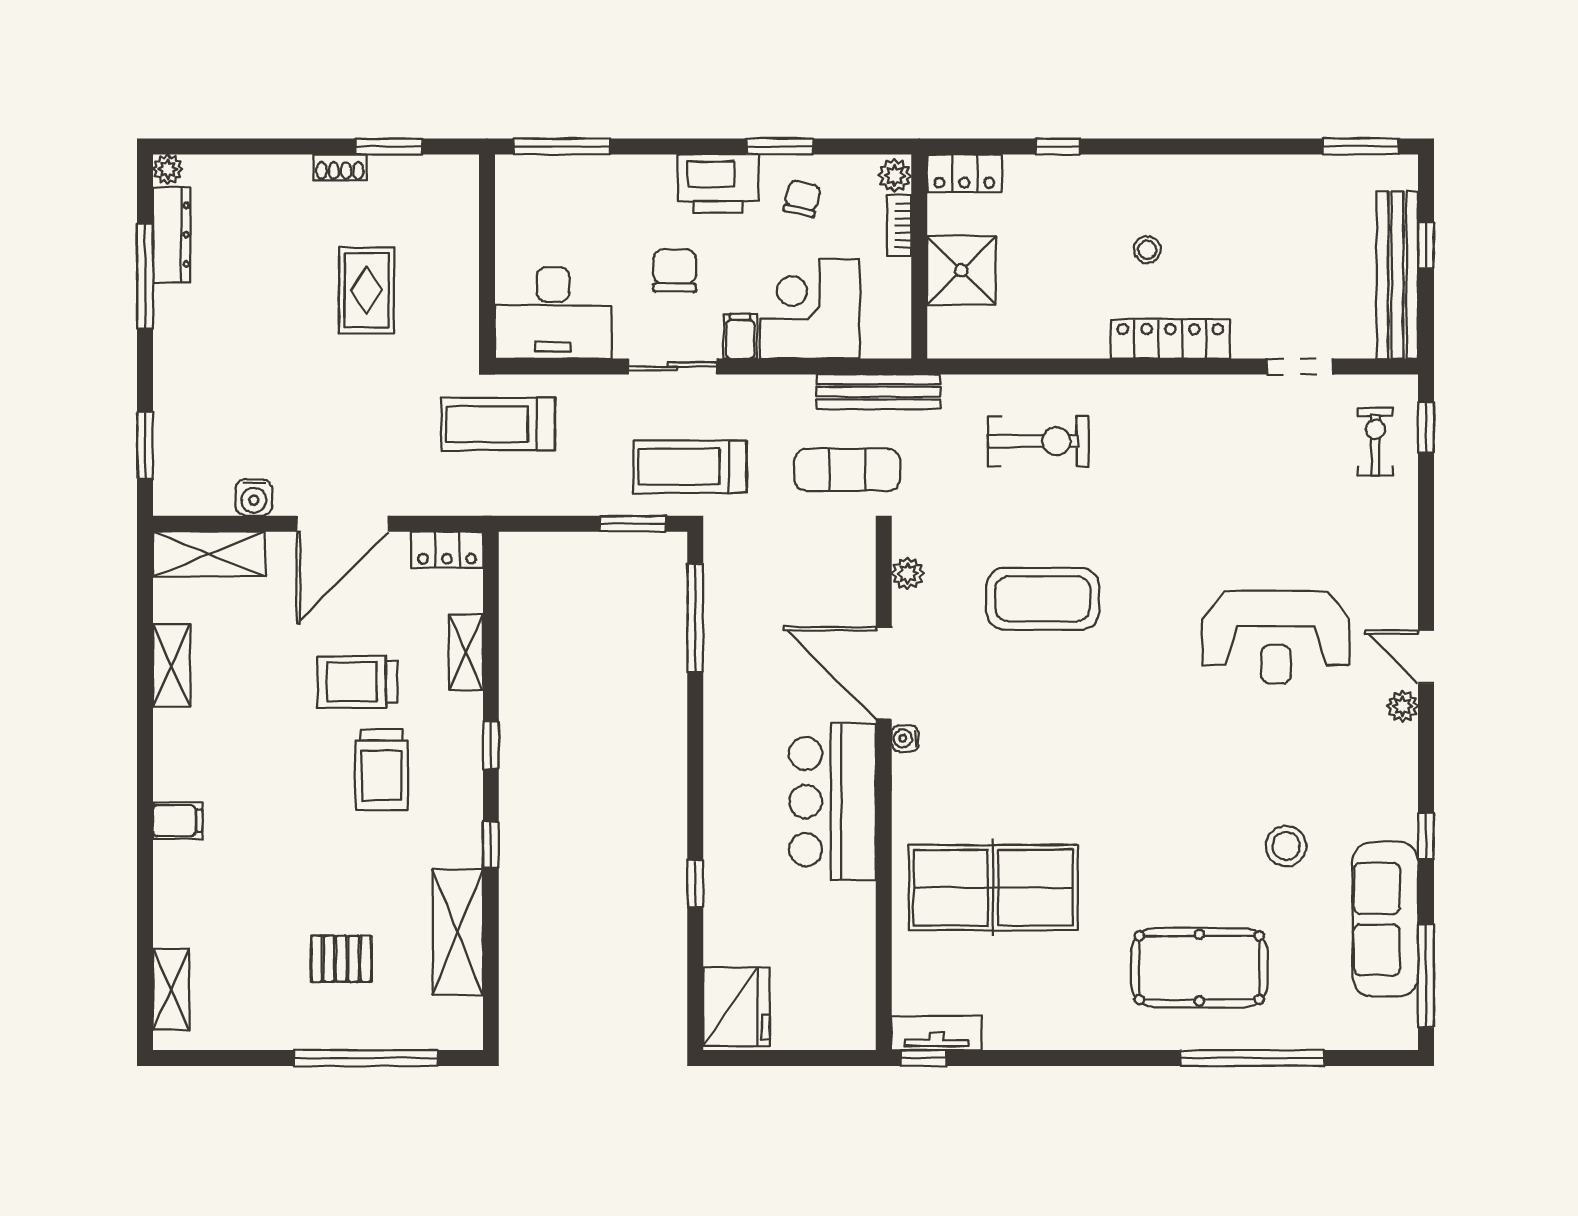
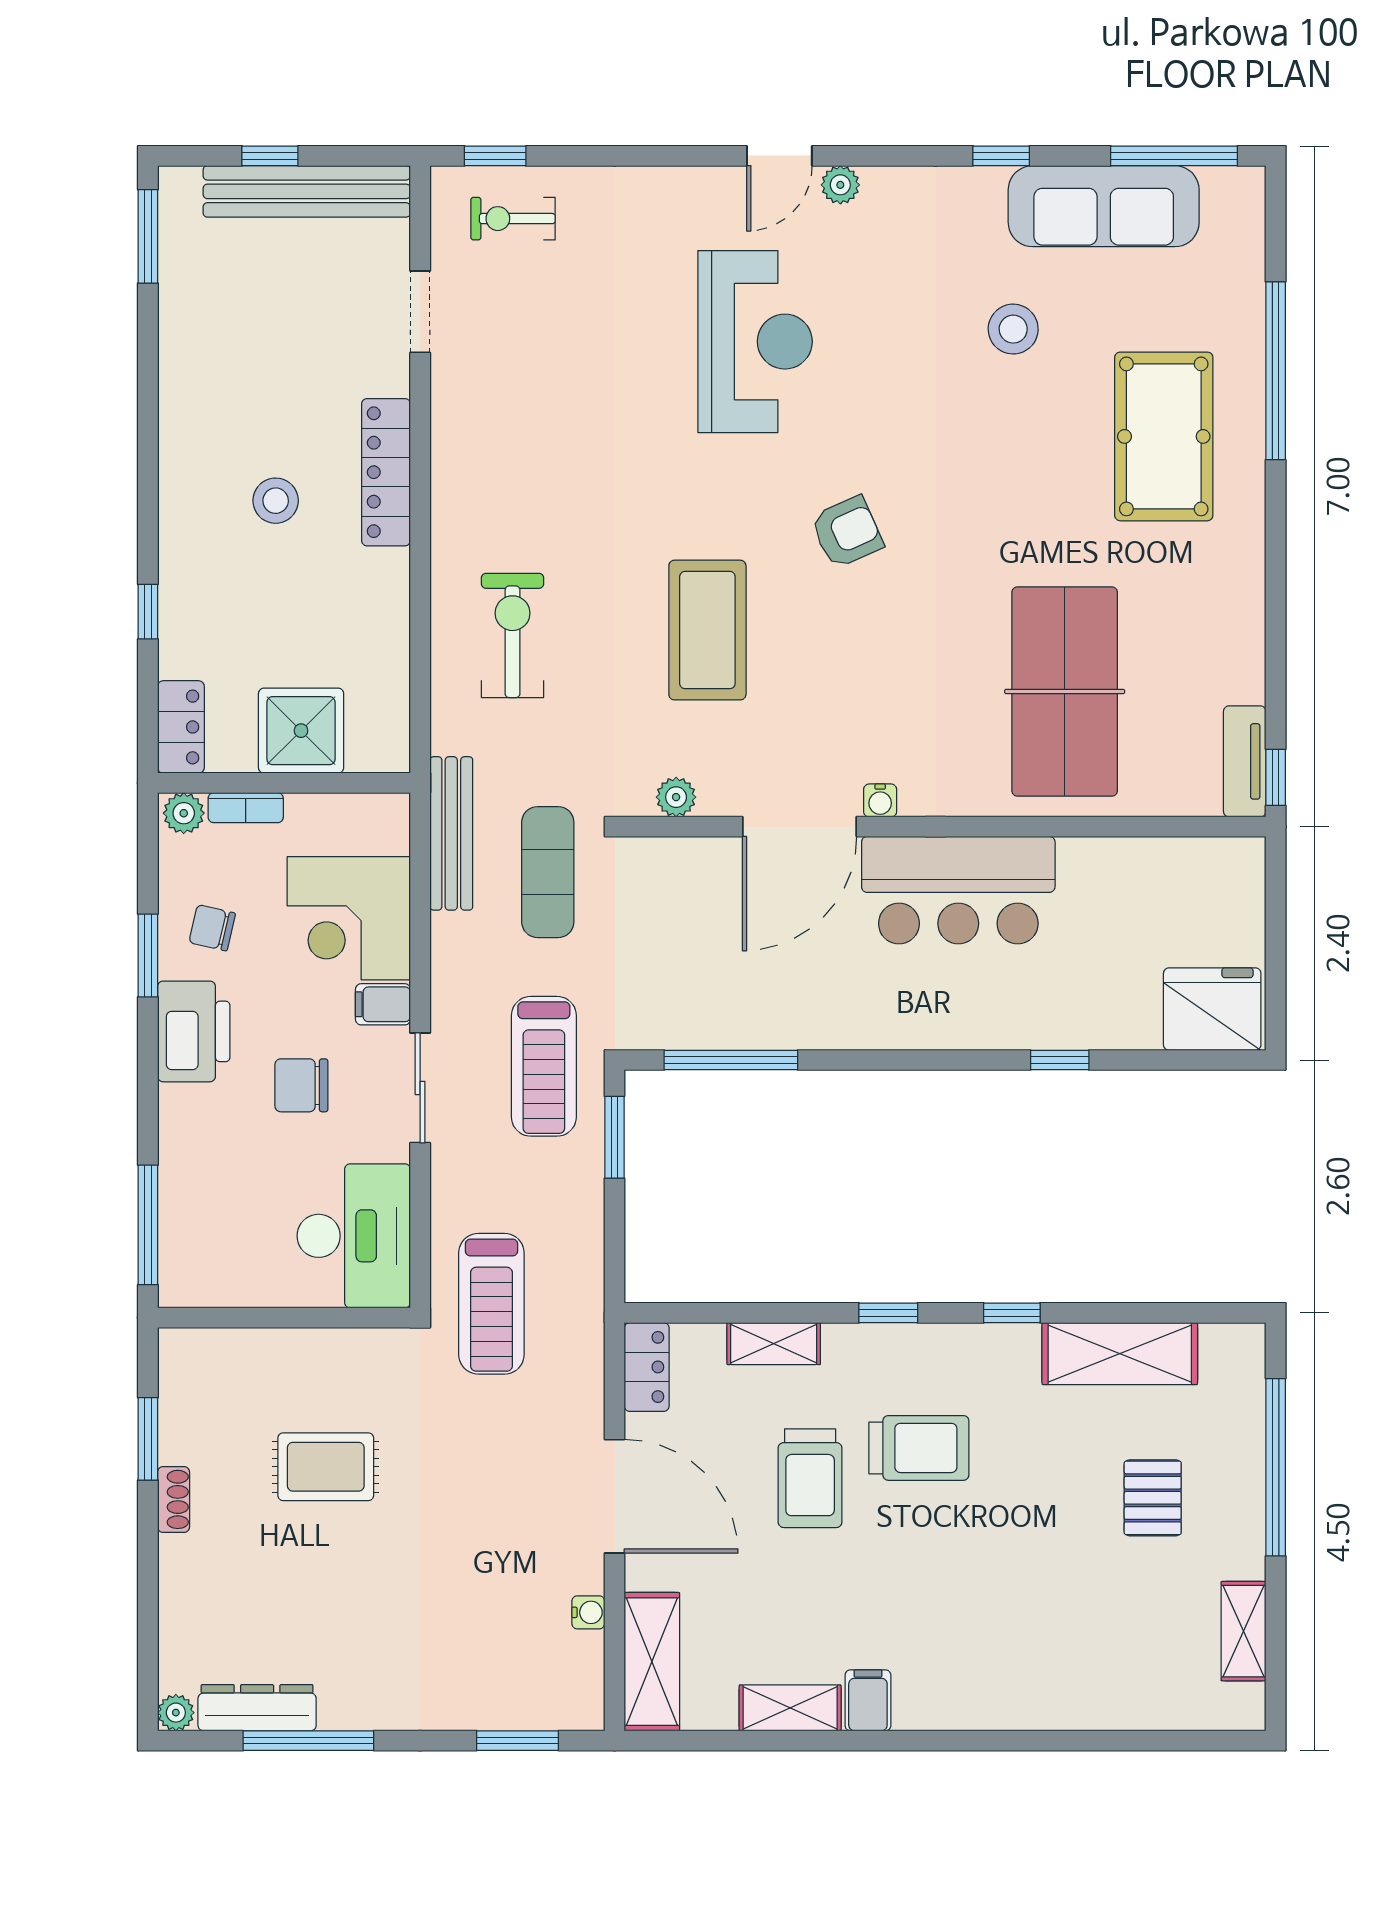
stool: (1147, 250) -> (276, 501), width x1.37, depth x1.37
water cooler: (254, 497) -> (588, 1612), width x0.72, depth x0.72
armchair: (1122, 712) -> (847, 532), added
filing cabinet: (178, 821) -> (868, 1700), moved
shelving: (171, 989) -> (1243, 1631), moved, turned 90

